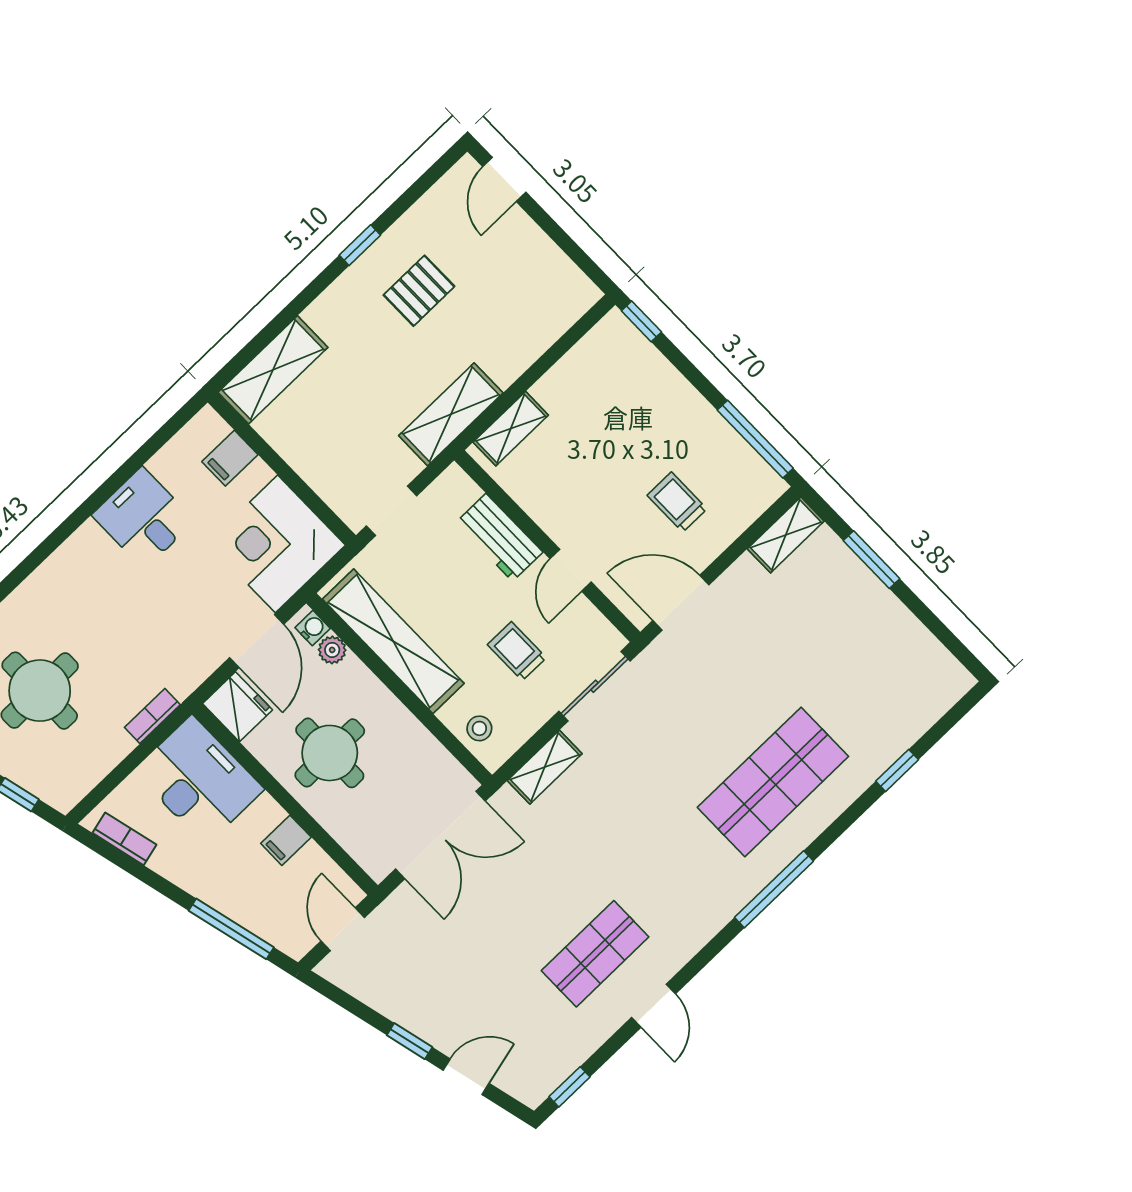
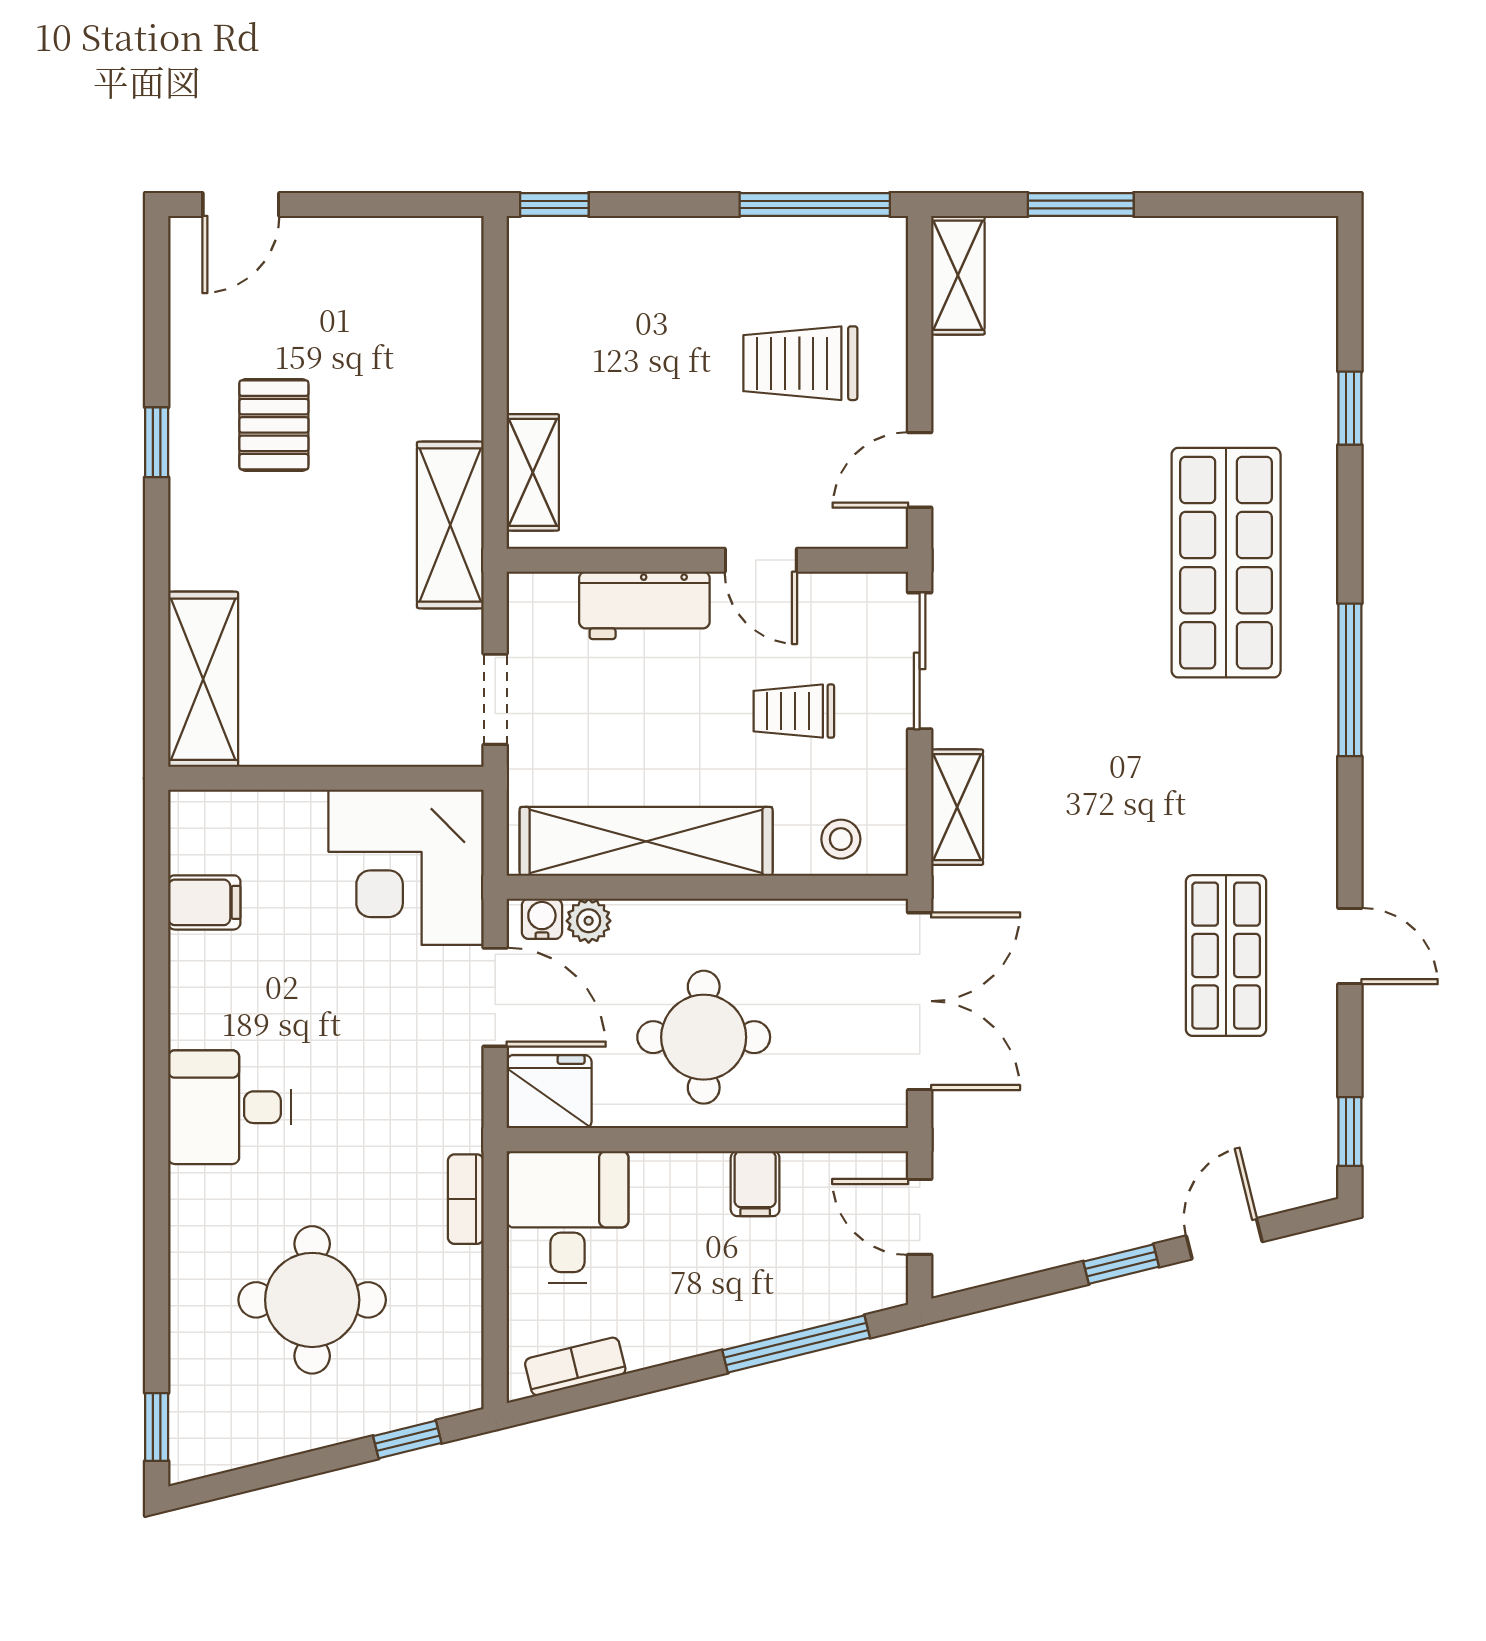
door: (504, 179) -> (241, 205), hinge flipped
filing cabinet: (230, 458) -> (204, 902), moved, turned -90
trolley: (677, 502) -> (800, 363), width x1.36, depth x1.39
desk: (143, 518) -> (229, 1107), moved
door: (681, 603) -> (920, 470), width x0.73
desk: (199, 780) -> (567, 1217), width x0.73

